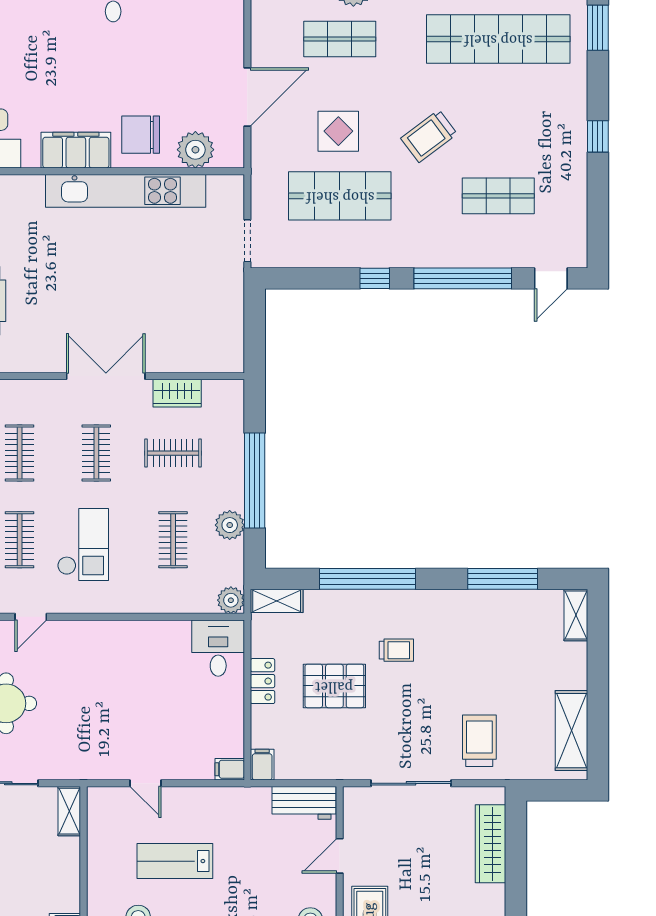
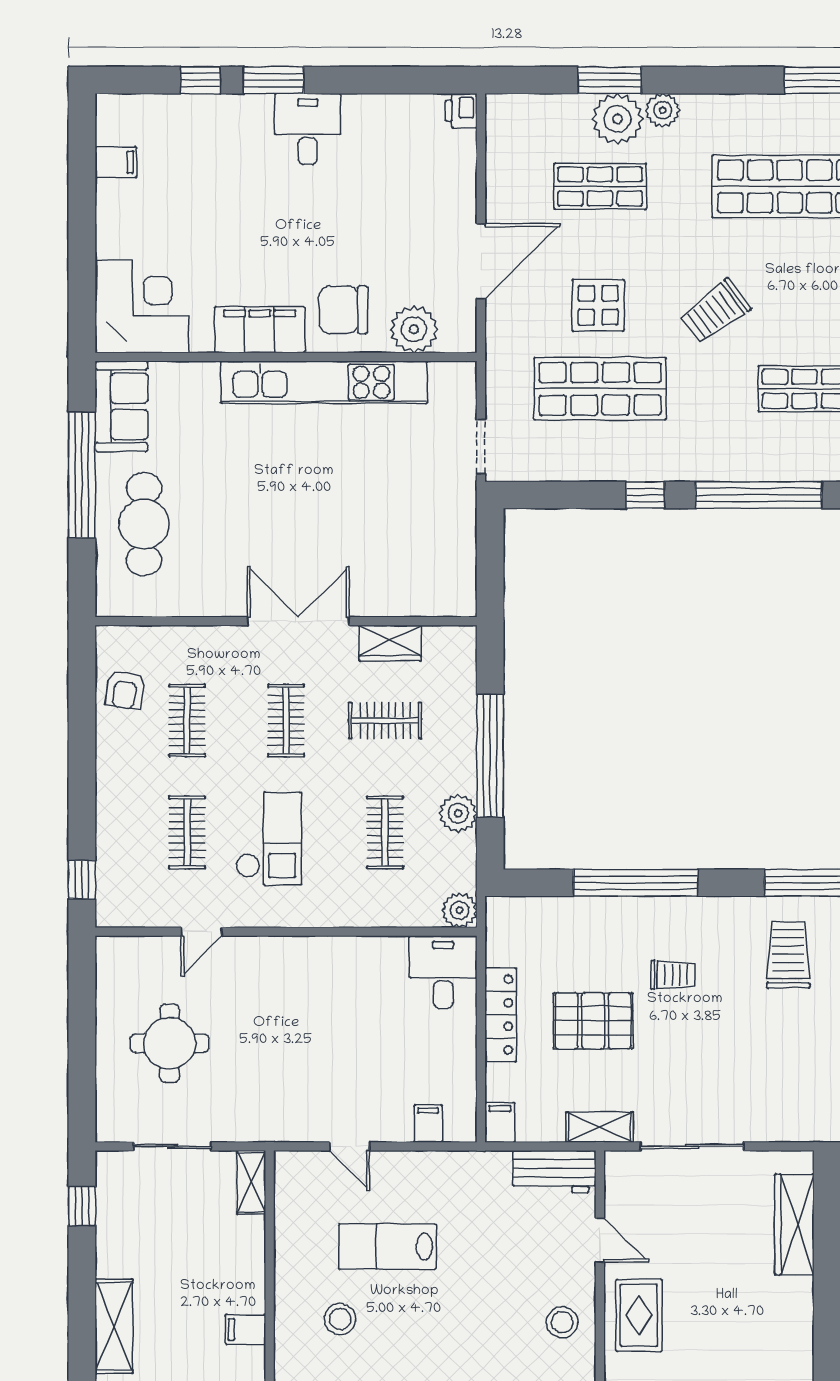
shelving: (277, 601) -> (600, 1127), moved
locker: (263, 681) -> (501, 1015), width x1.53
trolley: (479, 741) -> (788, 955), moved
filing cabinet: (230, 769) -> (428, 1124), moved, turned 90
door: (340, 856) -> (600, 1240), swing flipped

